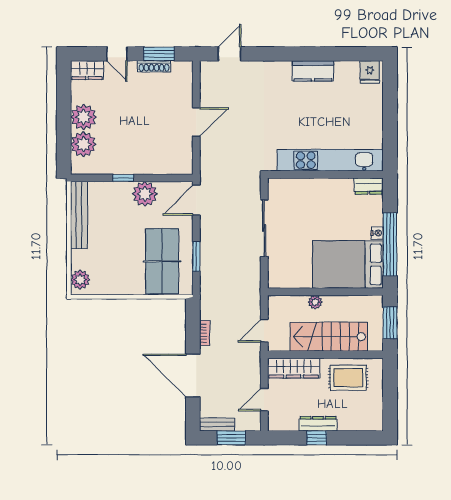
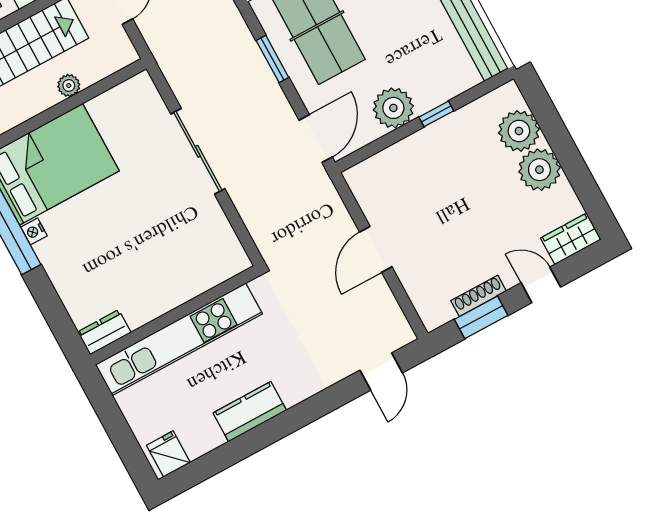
kitchen unit: (330, 160) -> (179, 339), moved
wall: (325, 175) -> (175, 315), moved
dresser: (369, 186) -> (104, 332), moved

